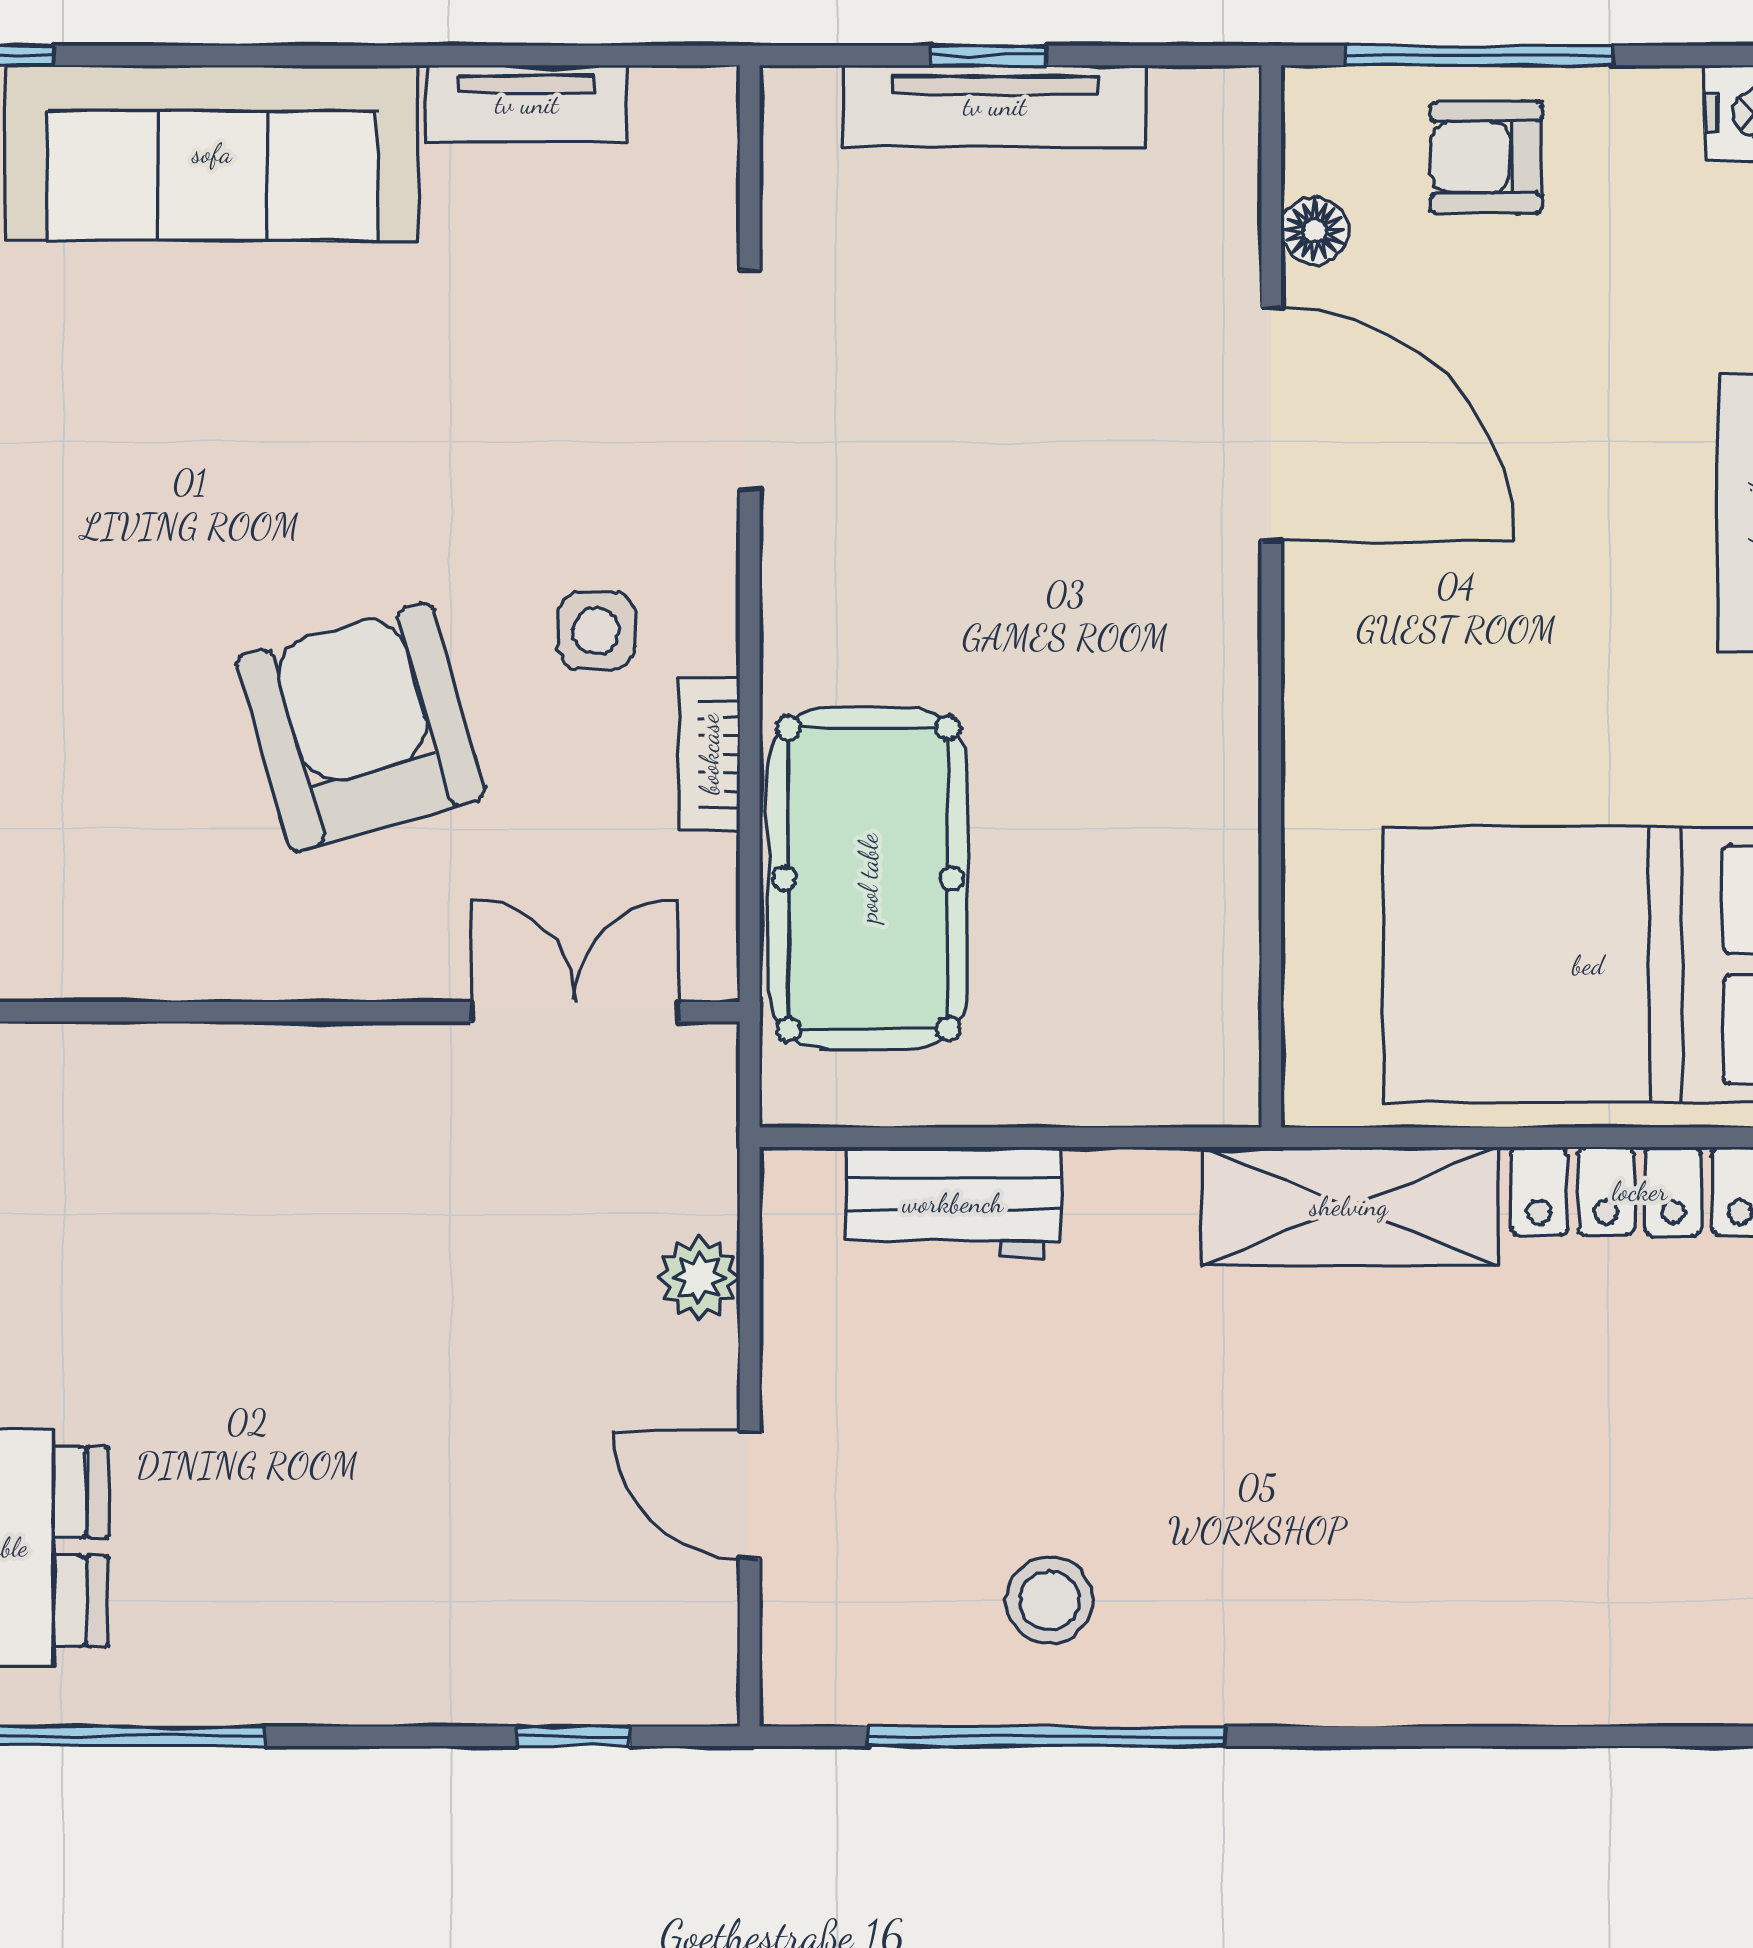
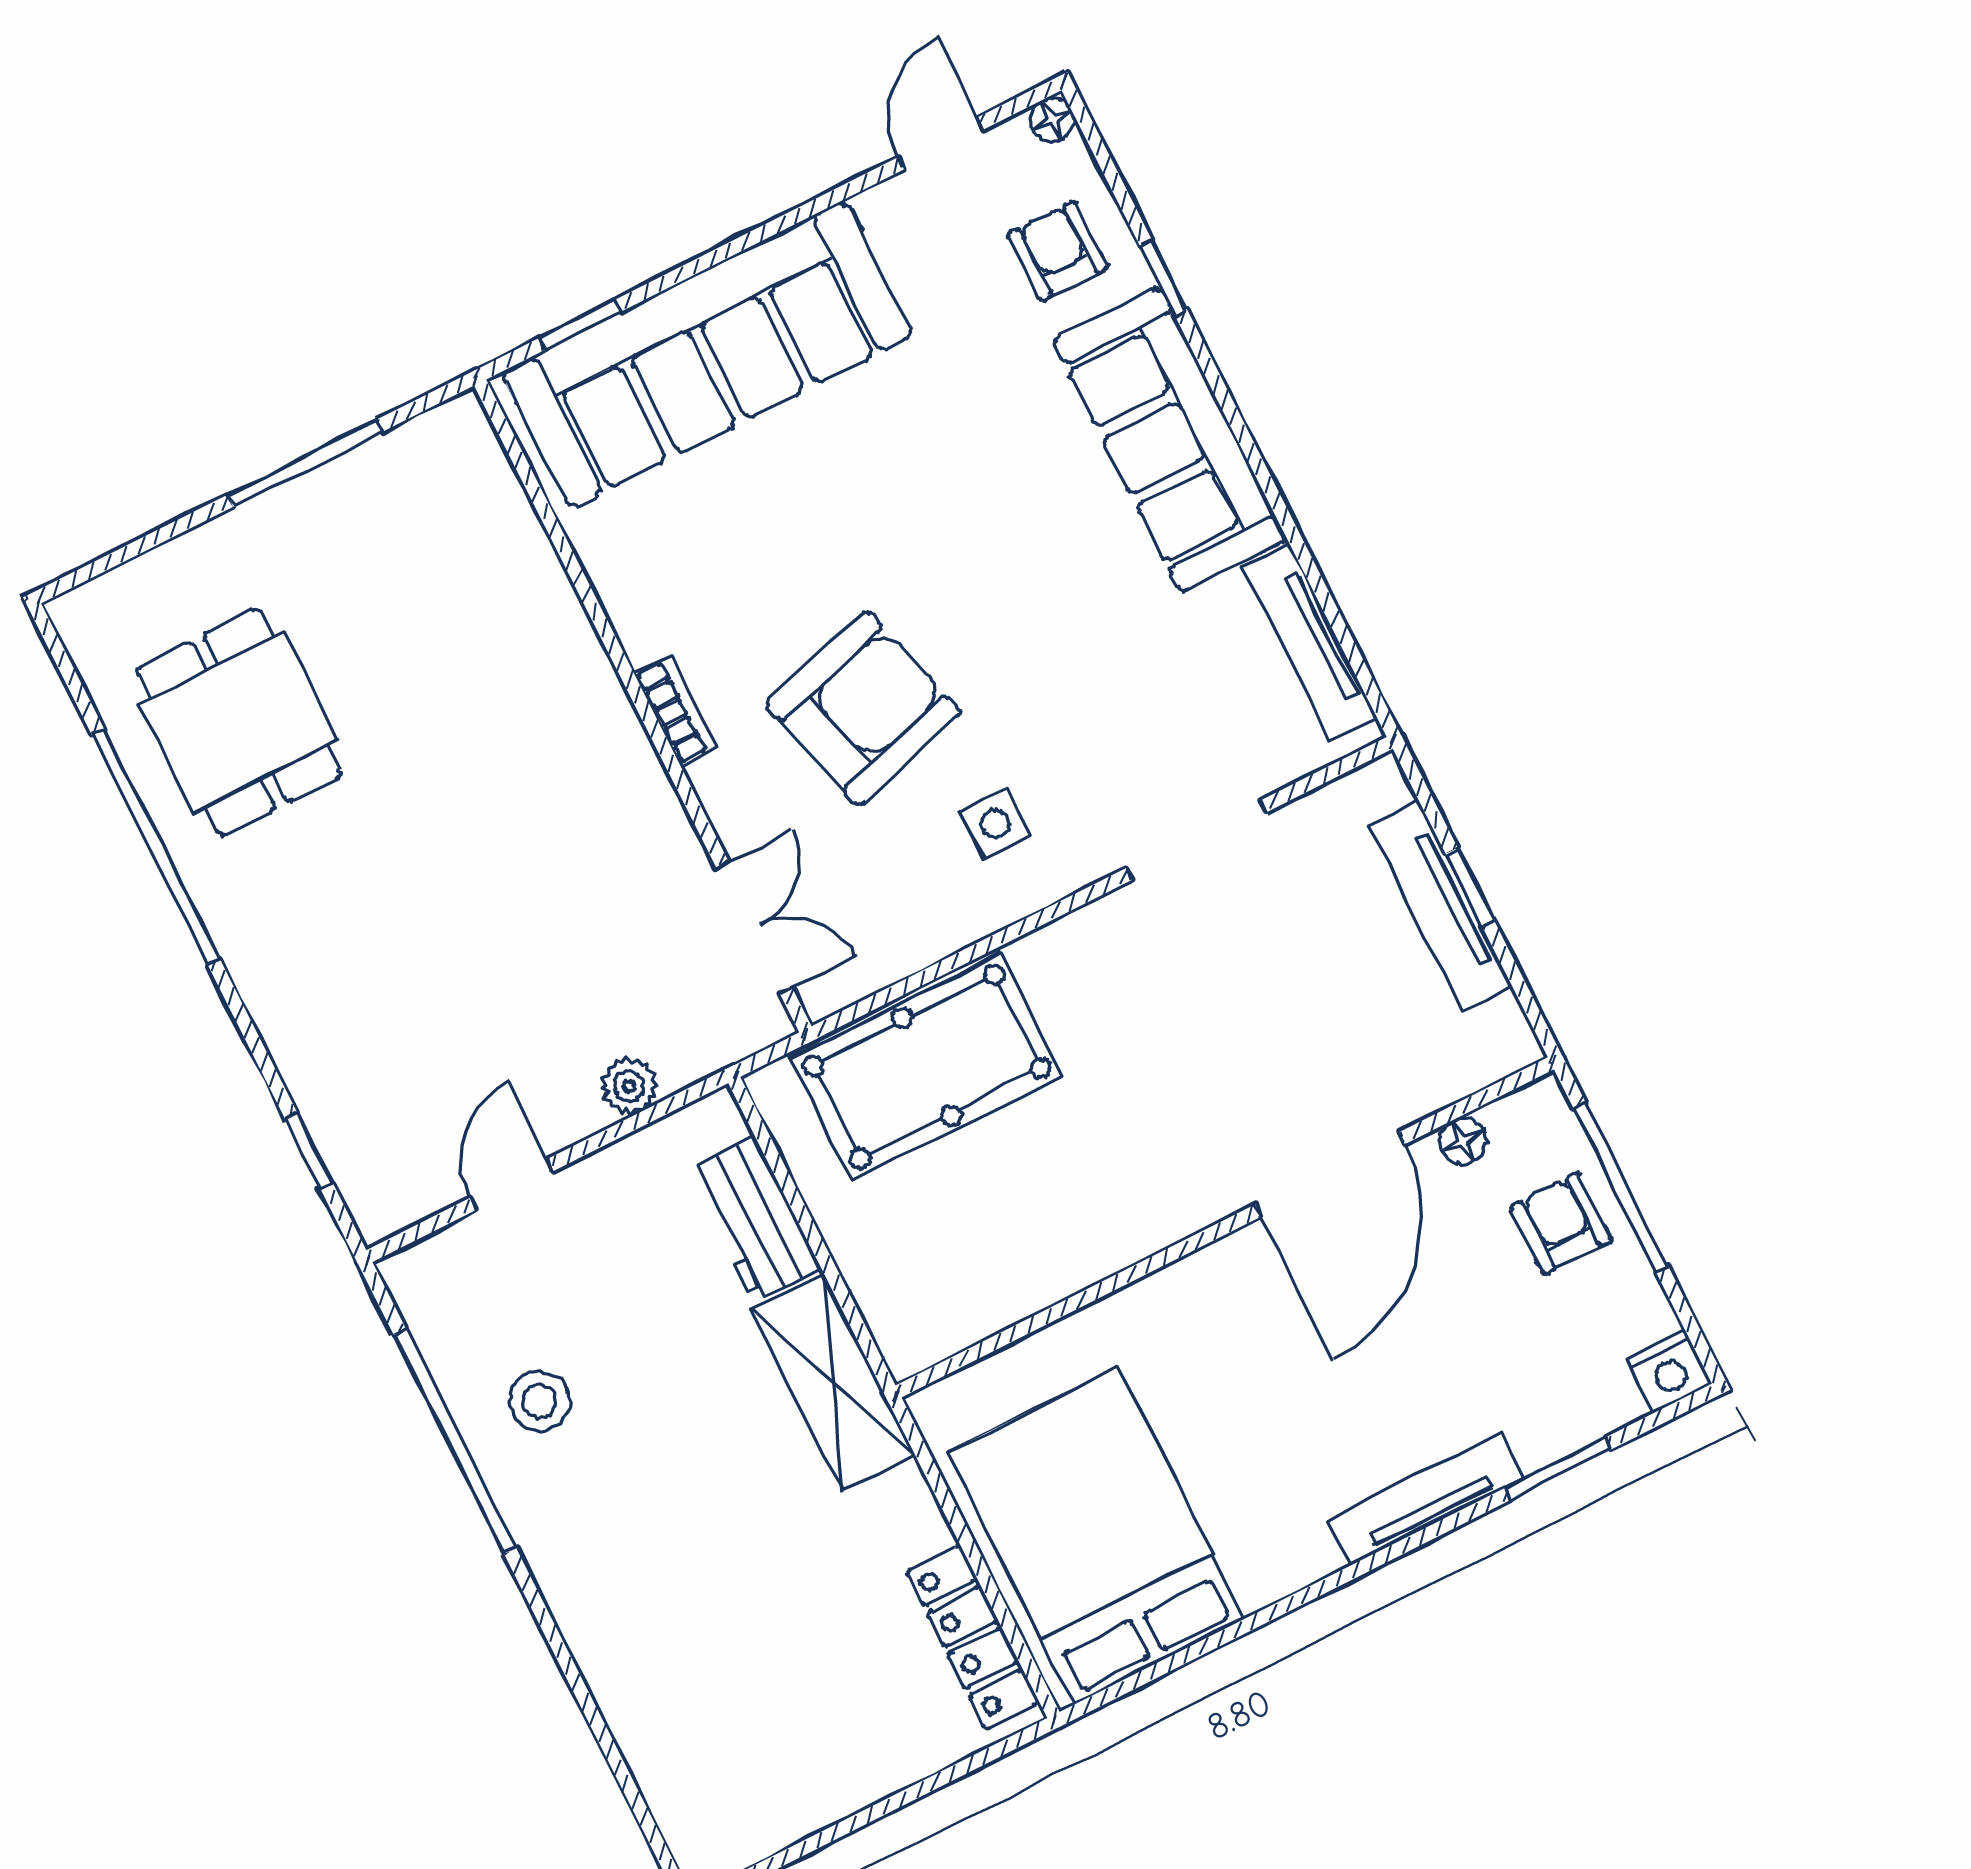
tv unit: (527, 104) -> (1310, 643), width x1.41
bookcase: (709, 754) -> (676, 711), moved, turned 90
shelving: (1349, 1206) -> (833, 1383), moved

